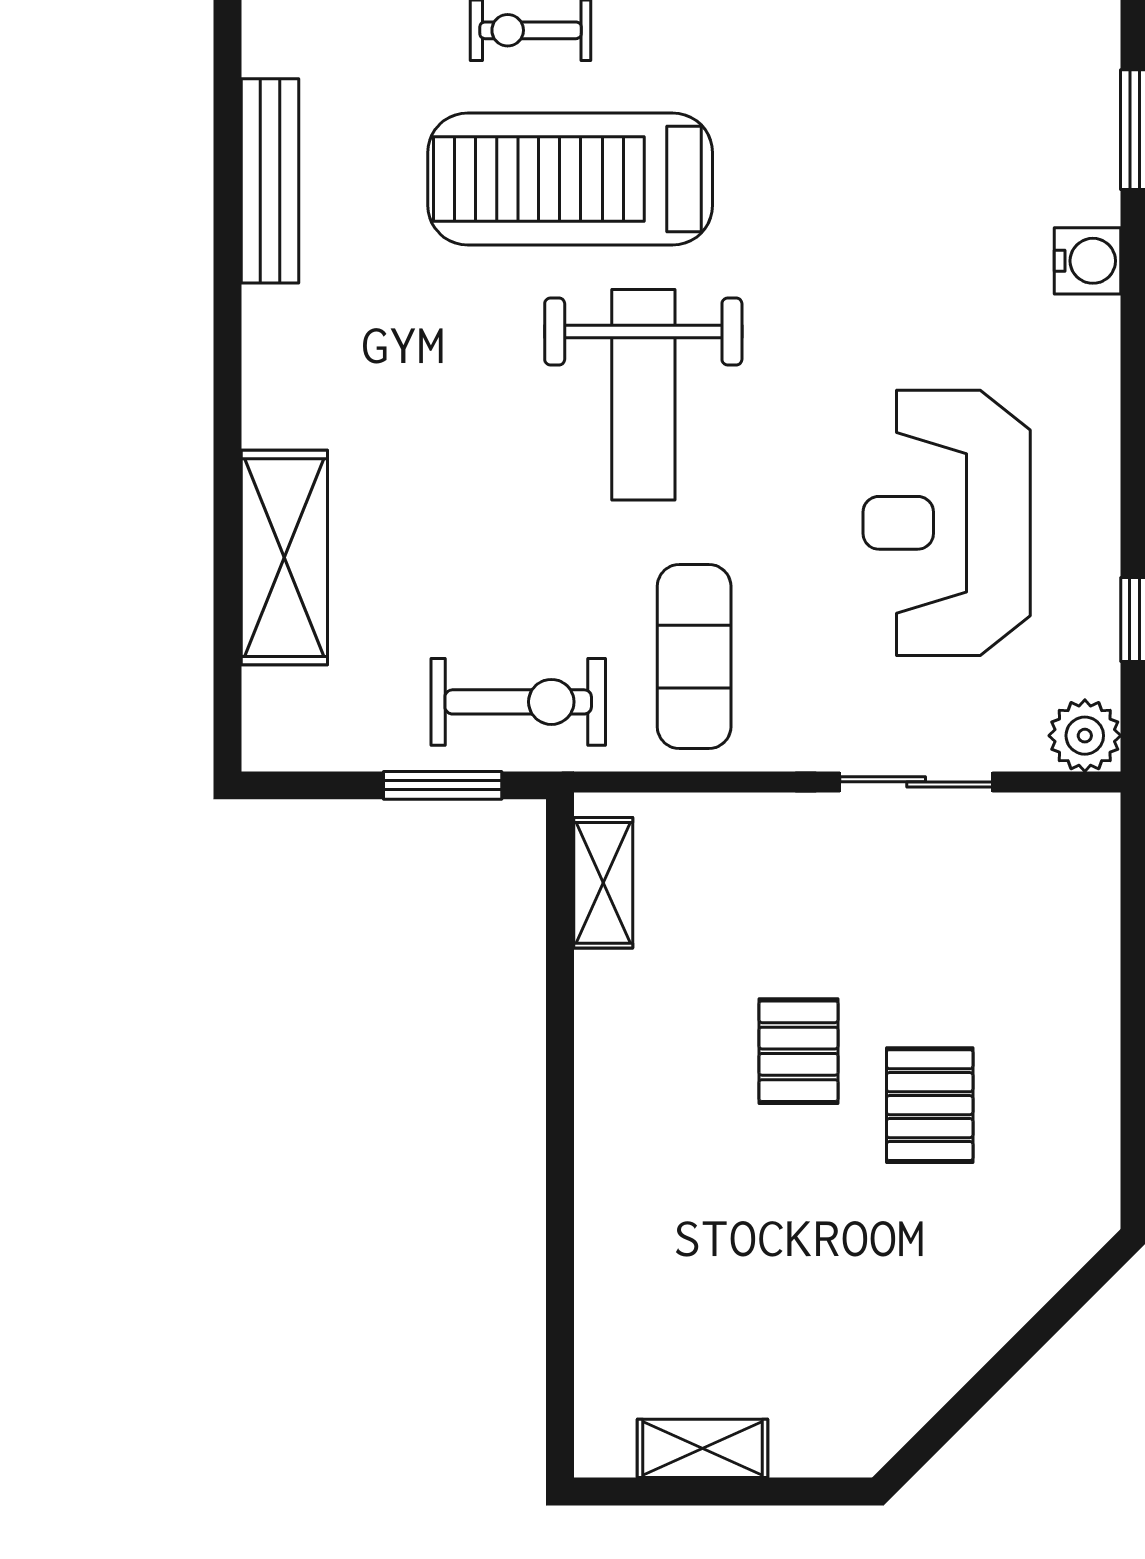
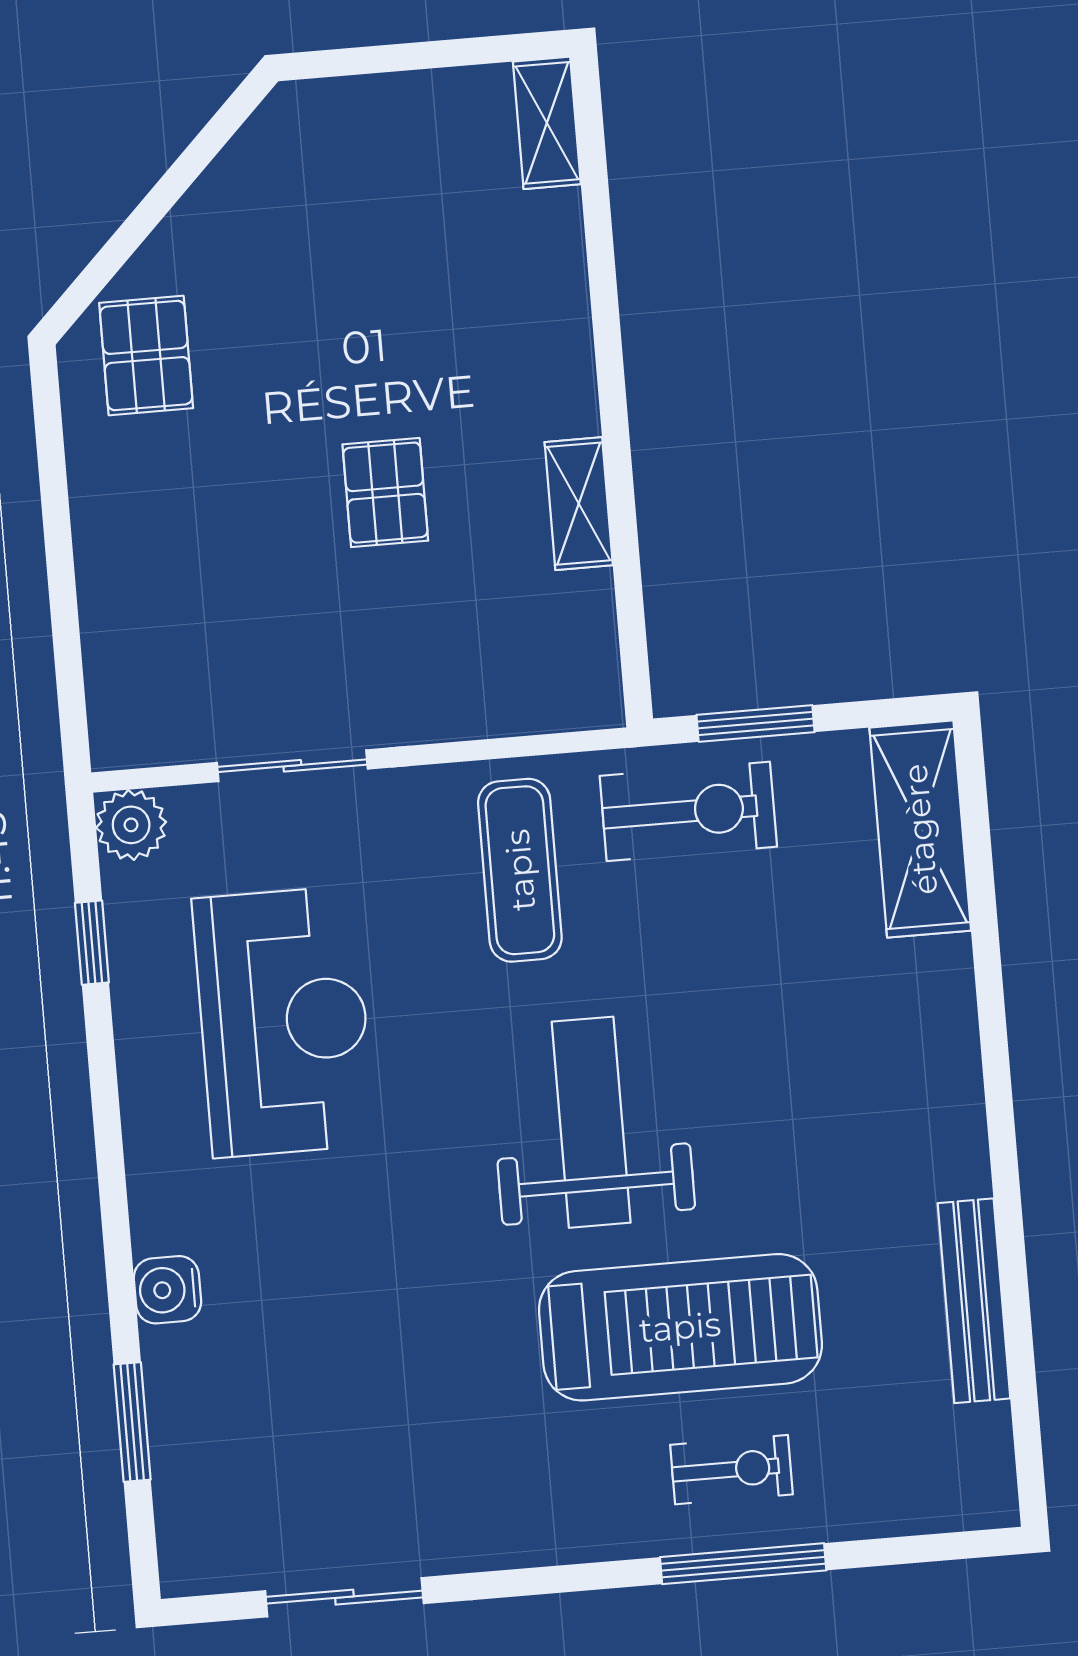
shelving: (284, 558) -> (920, 829), moved
exercise bike: (518, 702) -> (688, 811), turned 180
shelving: (603, 883) -> (579, 504), moved
pallet: (930, 1105) -> (146, 355), moved
shelving: (703, 1448) -> (547, 123), moved, turned 90

